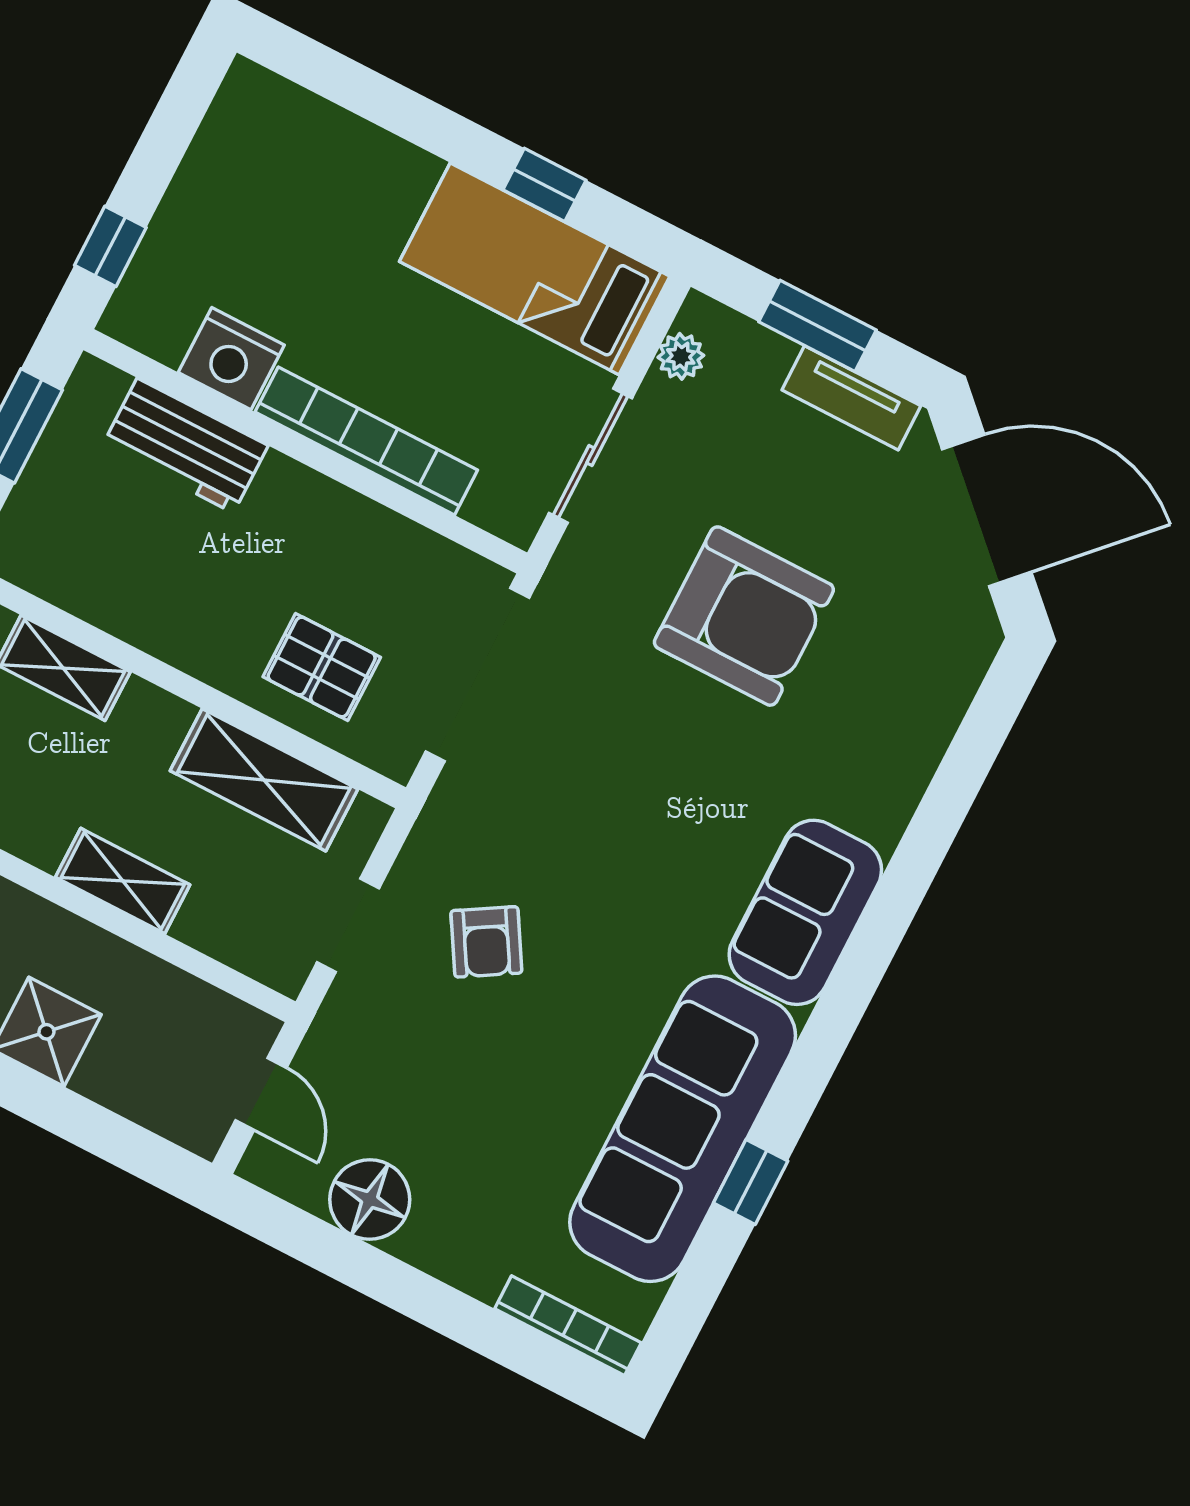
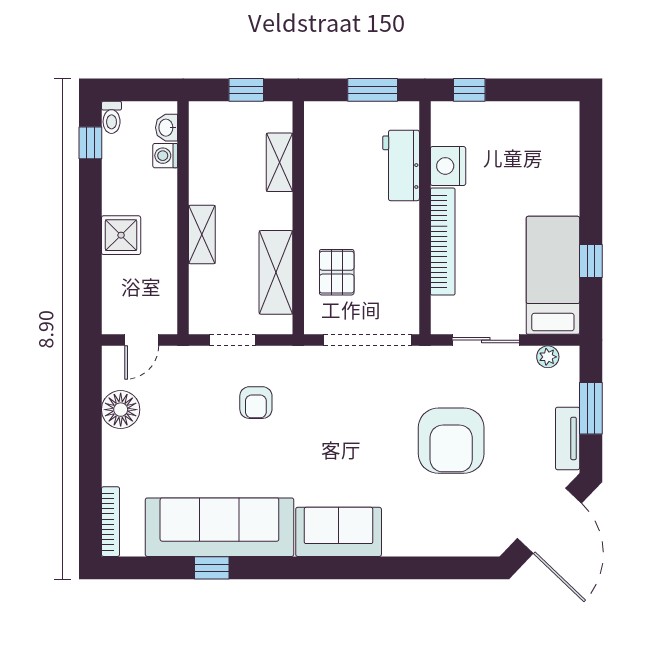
armchair: (486, 942) -> (256, 403), turned -59

